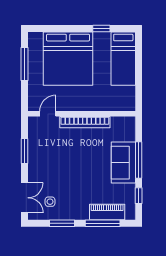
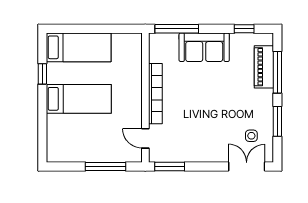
bed: (68, 59) -> (79, 99), width x0.49
window: (25, 64) -> (106, 166), moved
window: (25, 151) -> (170, 166), moved
window: (139, 160) -> (177, 29), moved

